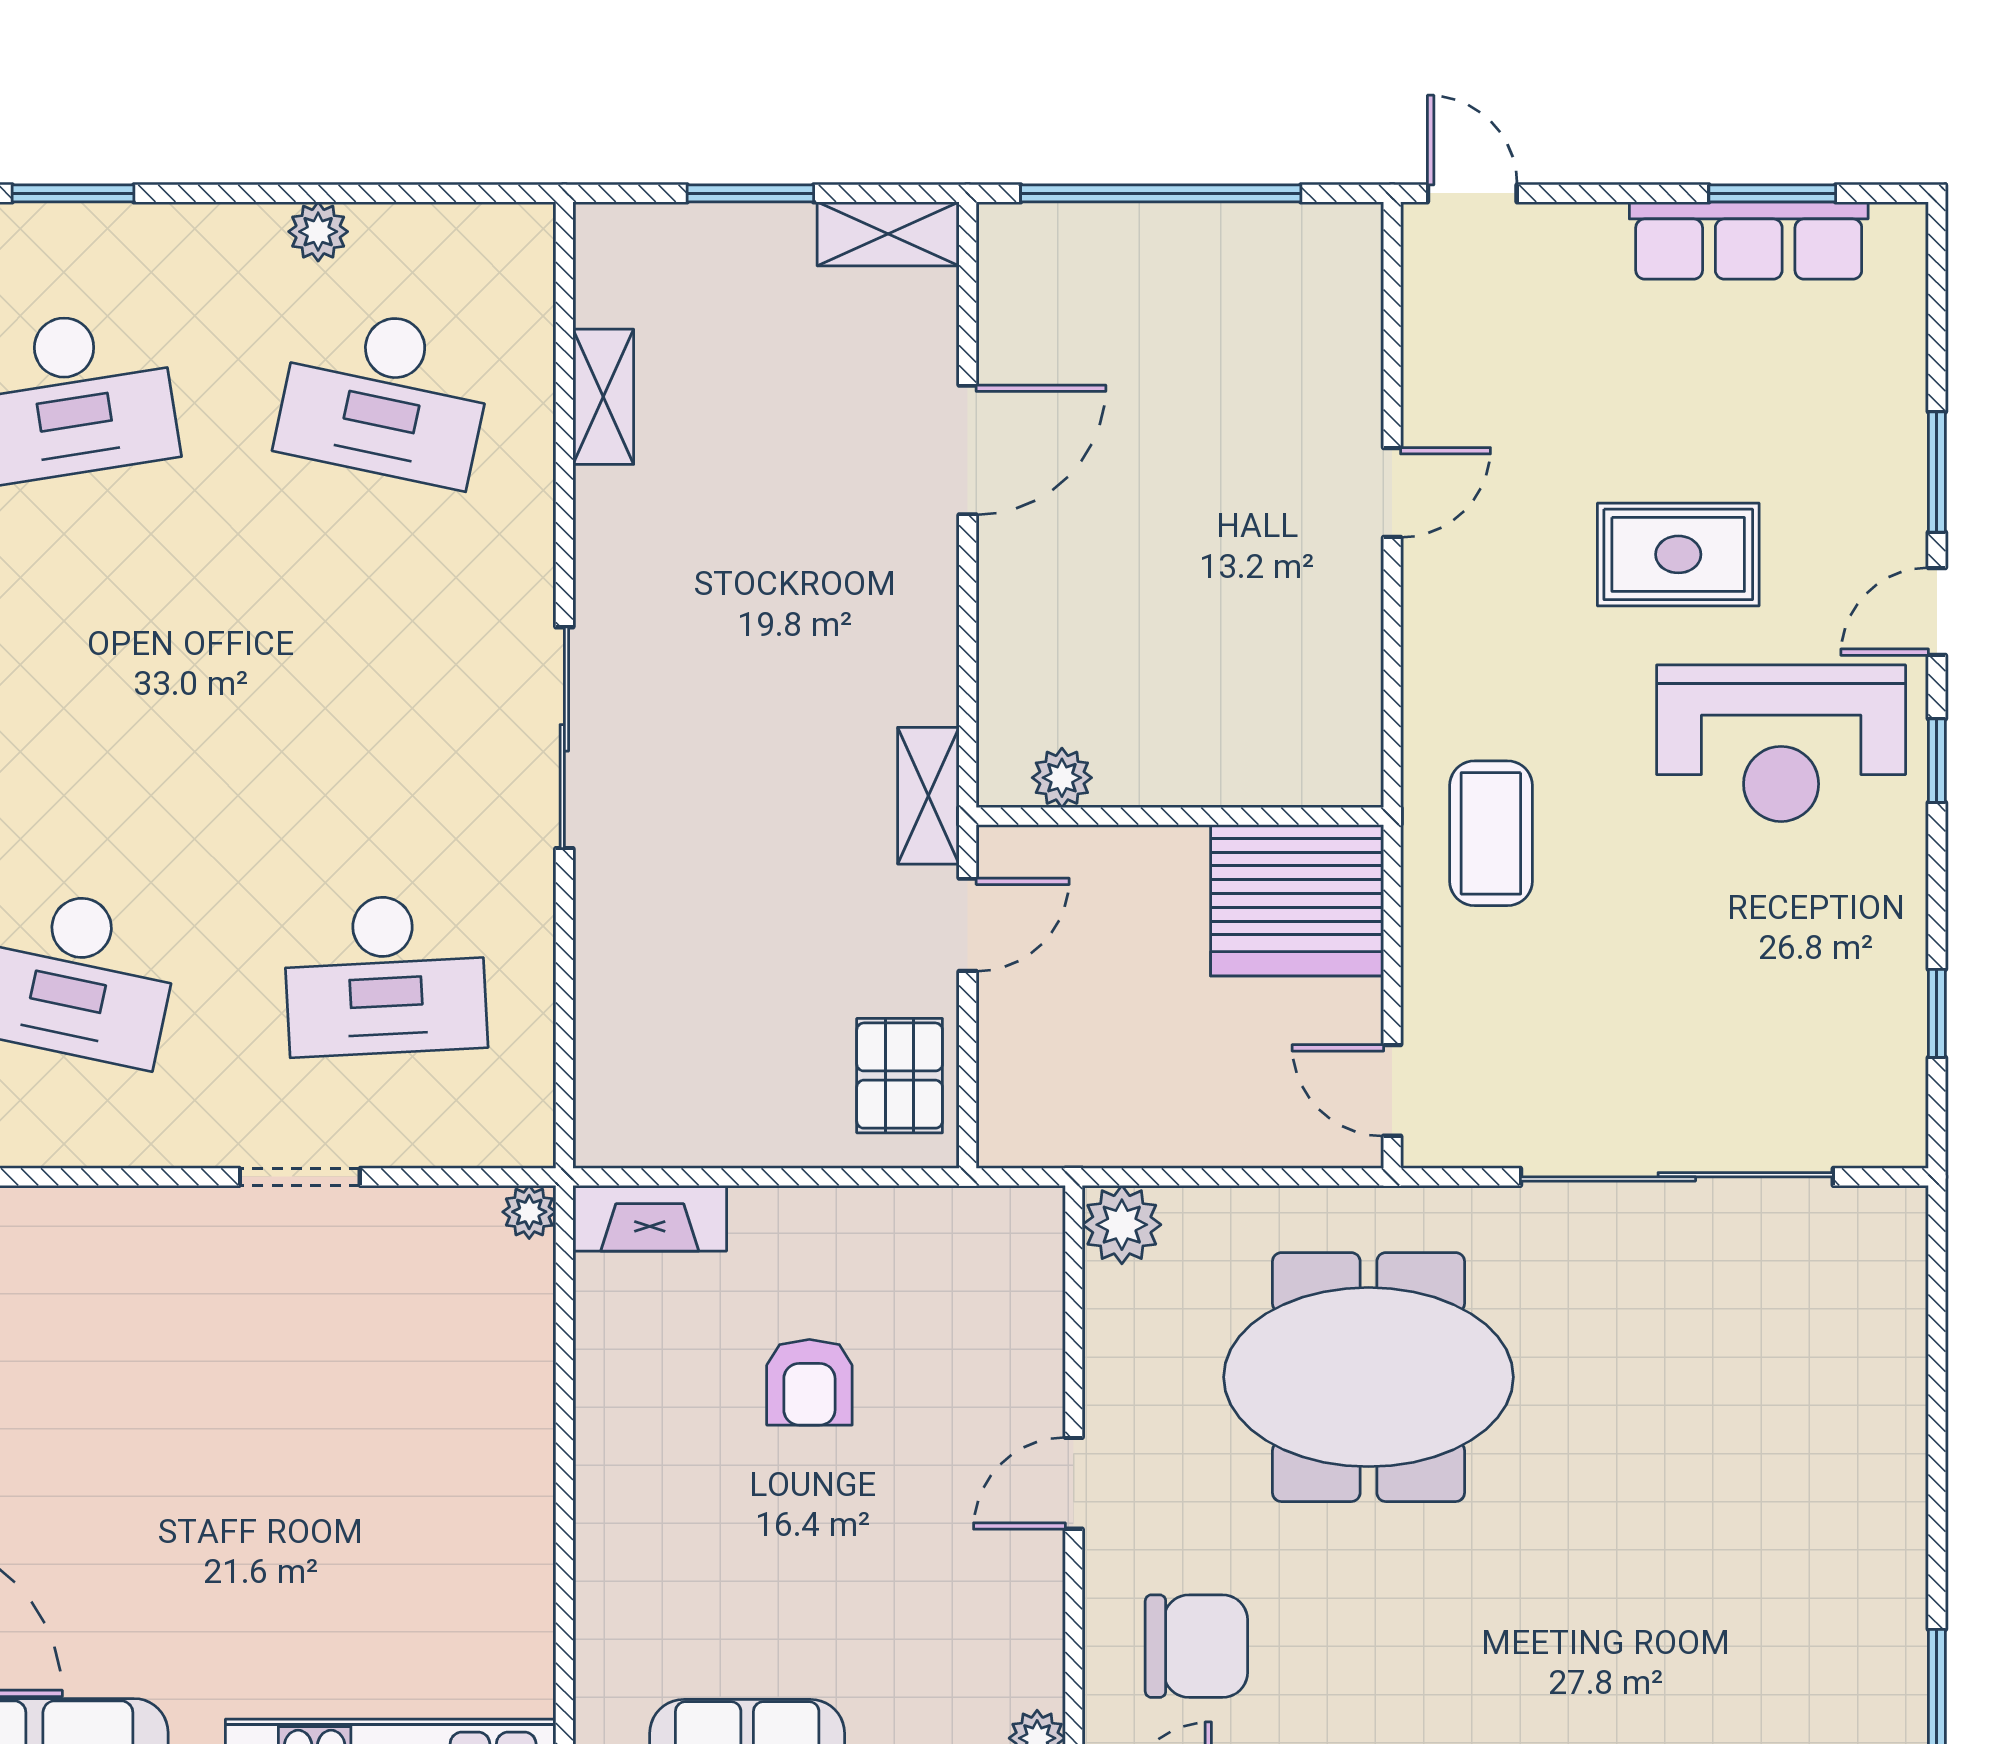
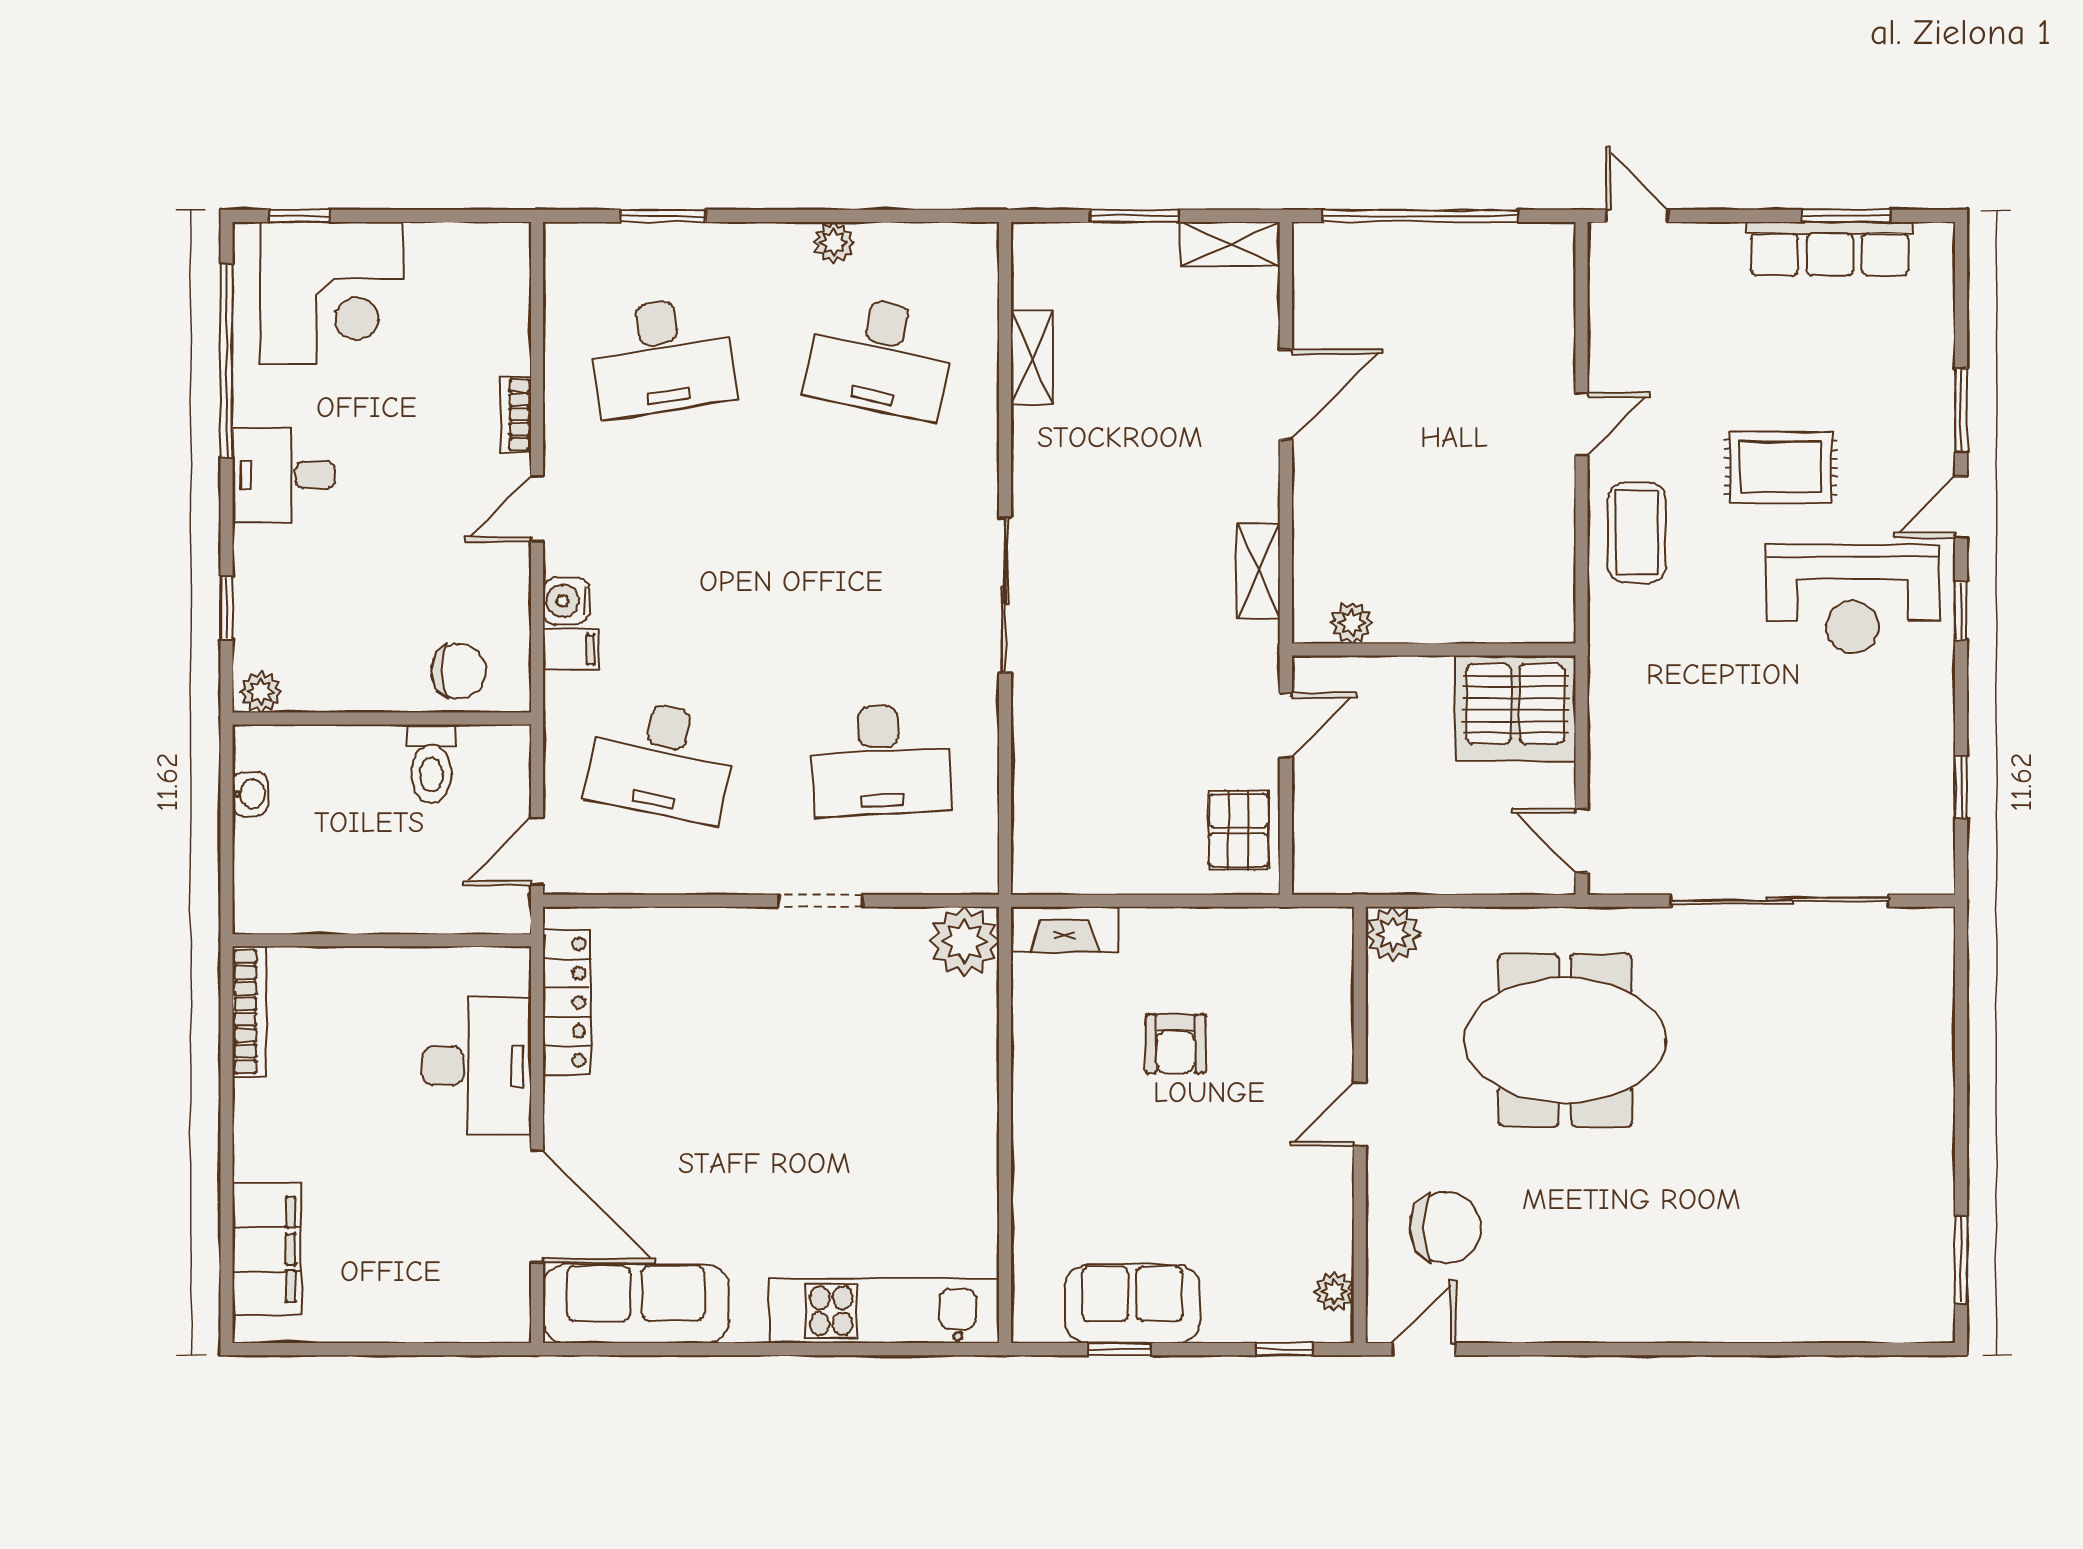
shelving: (928, 796) -> (1259, 571), moved
coffee table: (1491, 833) -> (1637, 533), moved
plant: (529, 1212) -> (964, 941), width x1.88, depth x1.88

